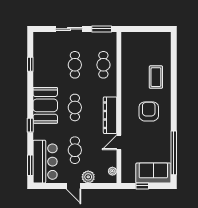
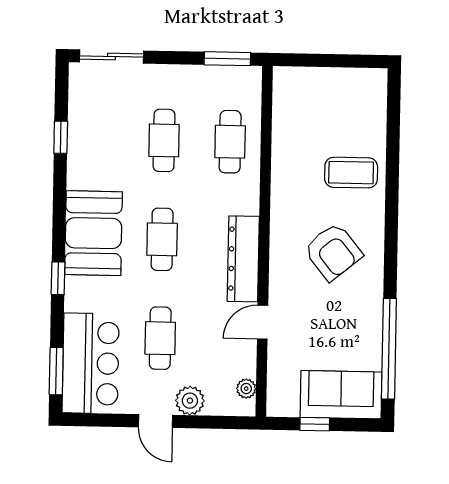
sliding door: (69, 29) -> (112, 56), moved
coffee table: (156, 77) -> (351, 173), turned 90
armchair: (149, 111) -> (333, 252), turned 141

